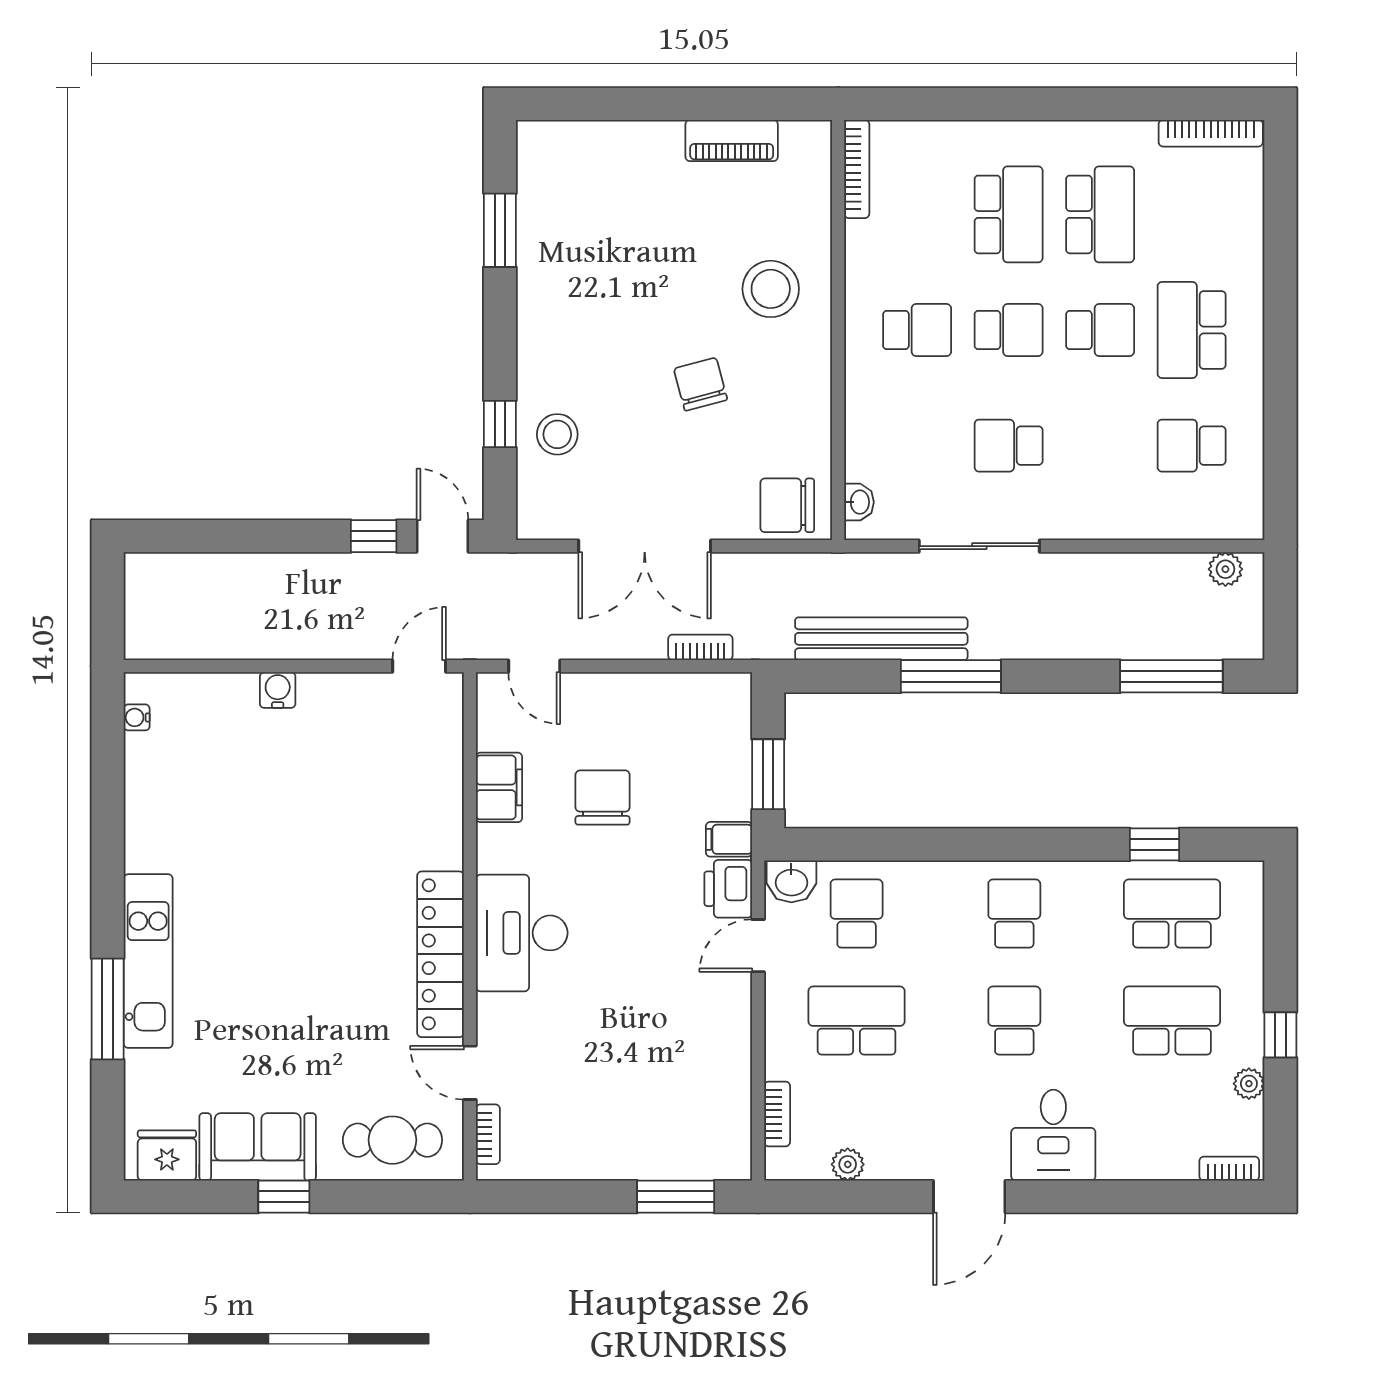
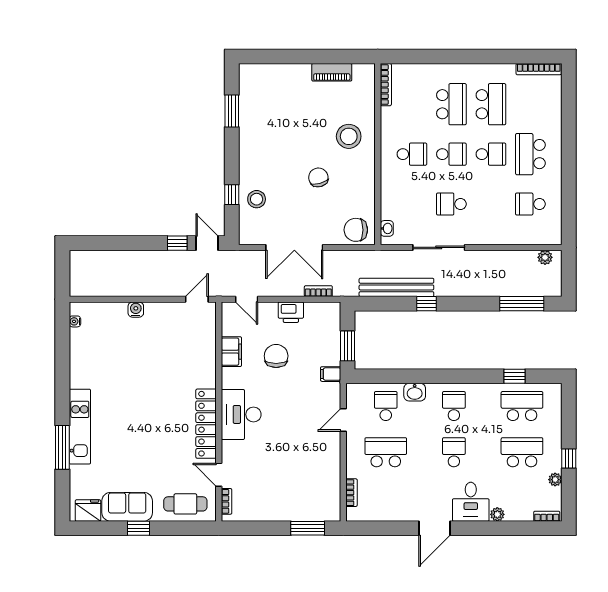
window: (951, 676) -> (426, 304), width x0.46
washbasin: (791, 881) -> (415, 392), moved
printer: (728, 889) -> (291, 312), moved, turned -90
plant: (848, 1164) -> (497, 514), moved

